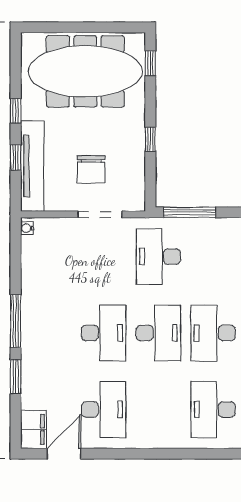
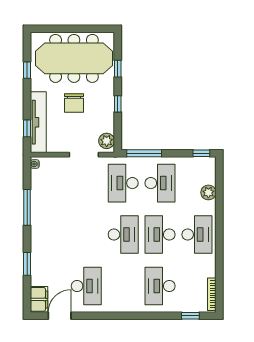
window: (150, 63) -> (118, 69), moved
window: (16, 111) -> (27, 70), moved
window: (16, 157) -> (27, 128), moved
chair: (91, 169) -> (74, 103), moved
plant: (134, 194) -> (107, 141), added
window: (16, 321) -> (27, 207), moved
desk: (104, 333) -> (160, 183), moved

